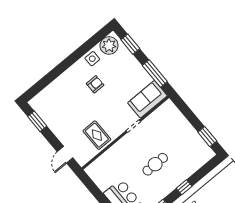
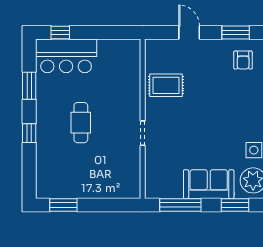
armchair: (95, 84) -> (243, 60), moved
sofa: (147, 99) -> (209, 184), moved, turned -90
door: (65, 155) -> (189, 33), moved

